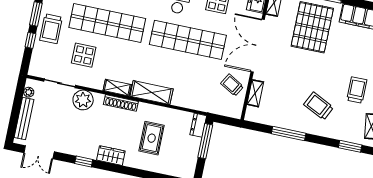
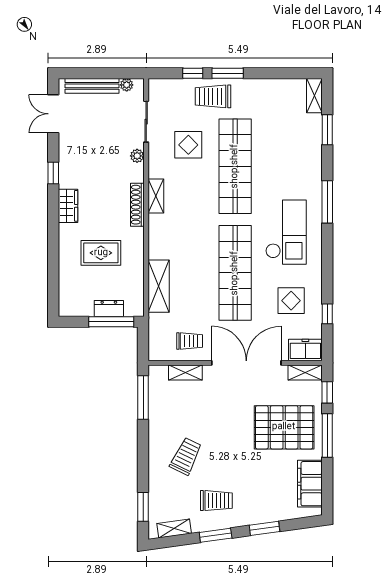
trolley: (232, 85) -> (190, 341), turned 60
shelving: (152, 93) -> (159, 286), moved
plant: (83, 100) -> (137, 156), width x0.53, depth x0.53
dresser: (198, 125) -> (109, 309), moved
window: (289, 133) -> (143, 398), moved

